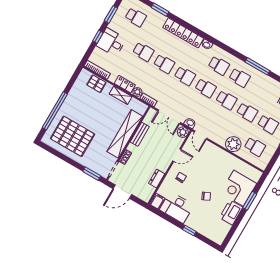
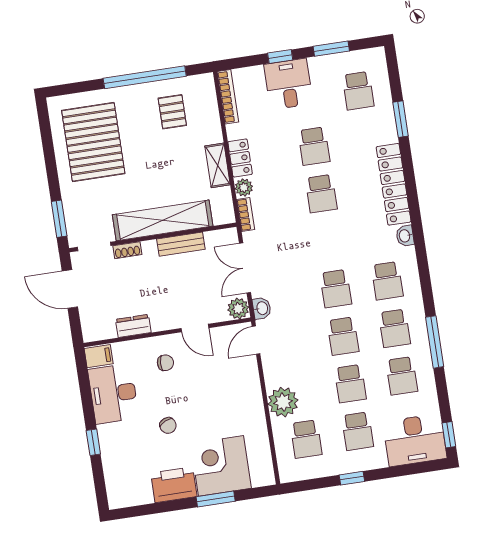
school desk: (185, 76) -> (402, 376), moved
pallet: (96, 84) -> (172, 112), moved
window: (55, 111) -> (145, 77), moved

